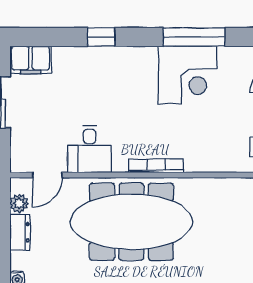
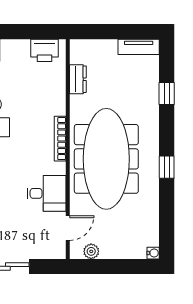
door: (47, 175) -> (68, 228), hinge flipped
dresser: (20, 232) -> (78, 79), moved, turned 90

